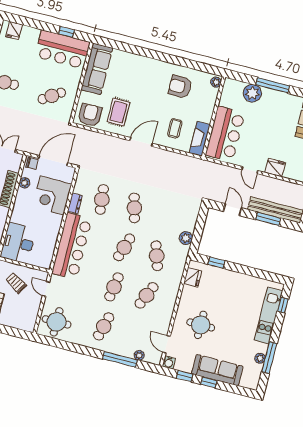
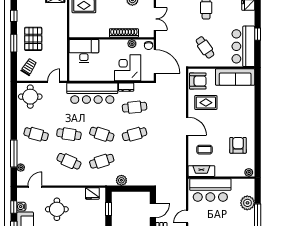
window: (67, 32) -> (258, 34), moved
trolley: (16, 283) -> (29, 67), moved
water cooler: (169, 362) -> (21, 207), moved

